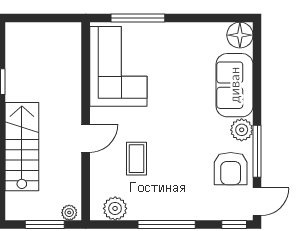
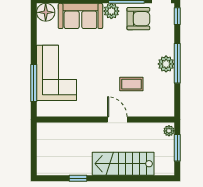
corner sofa: (118, 66) -> (56, 73), moved, turned 90
plant: (115, 208) -> (166, 64), moved

